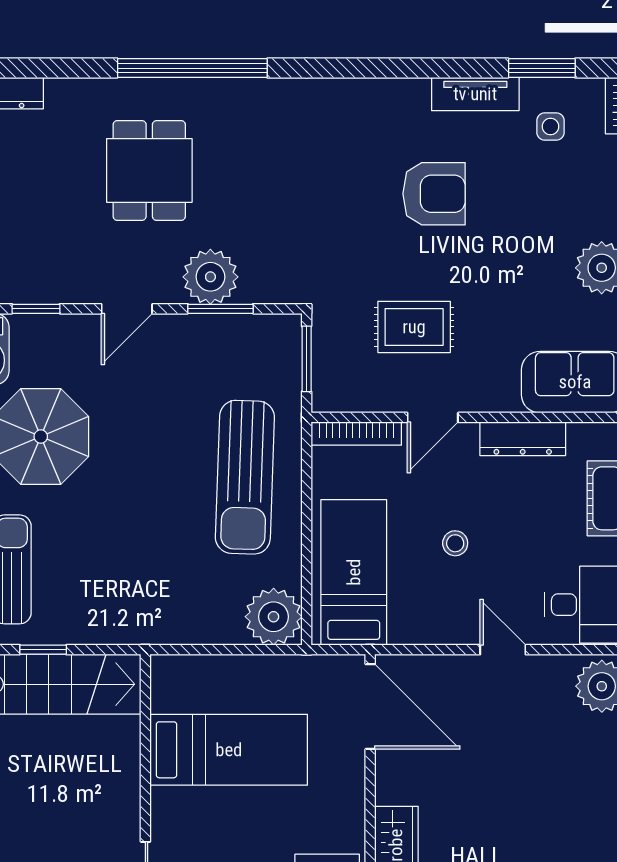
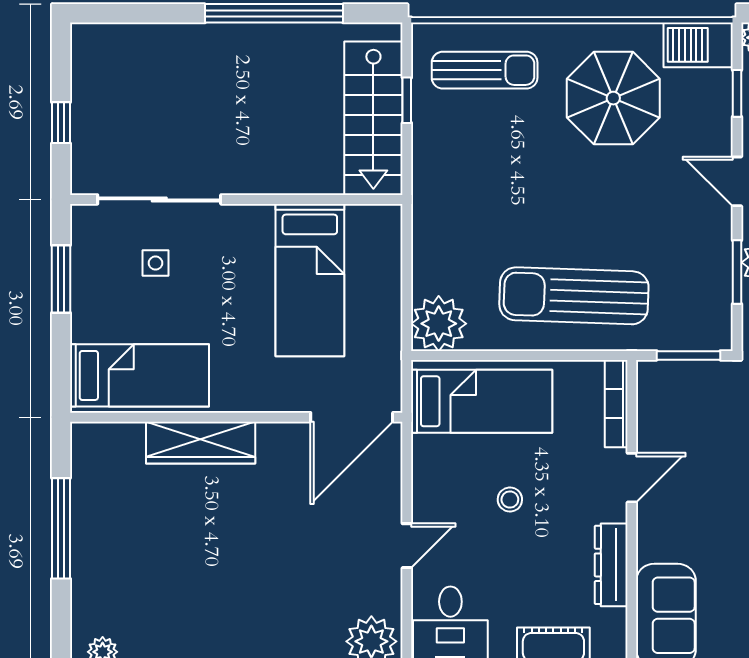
rug: (414, 327) -> (719, 460), removed
door: (433, 417) -> (632, 478), swing flipped

